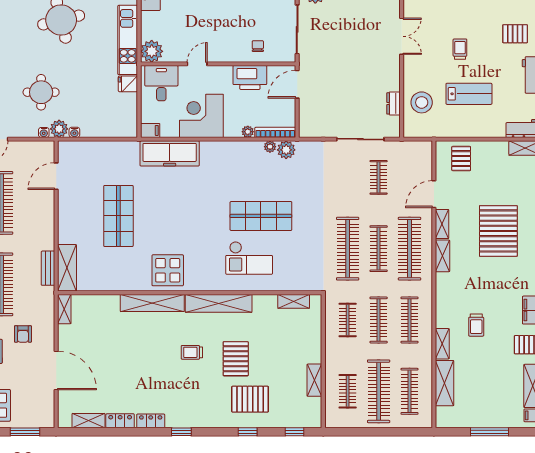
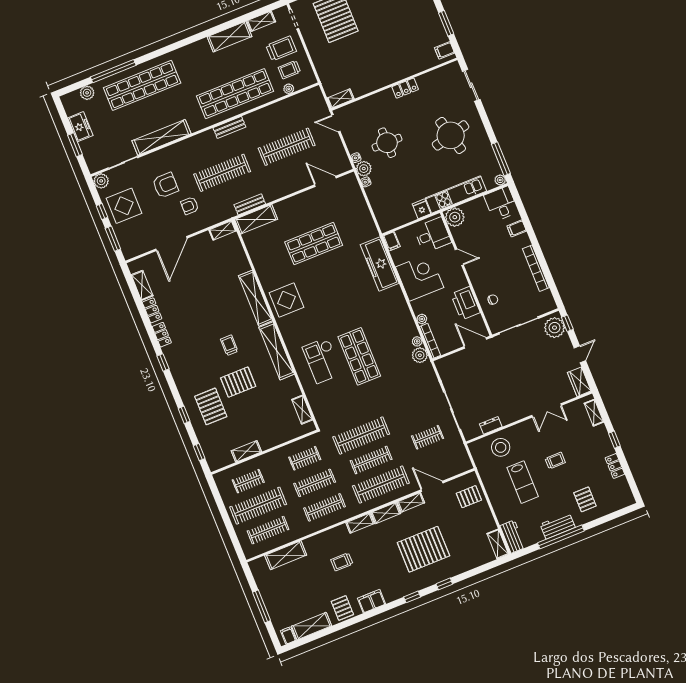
shelving: (442, 344) -> (360, 523), moved

